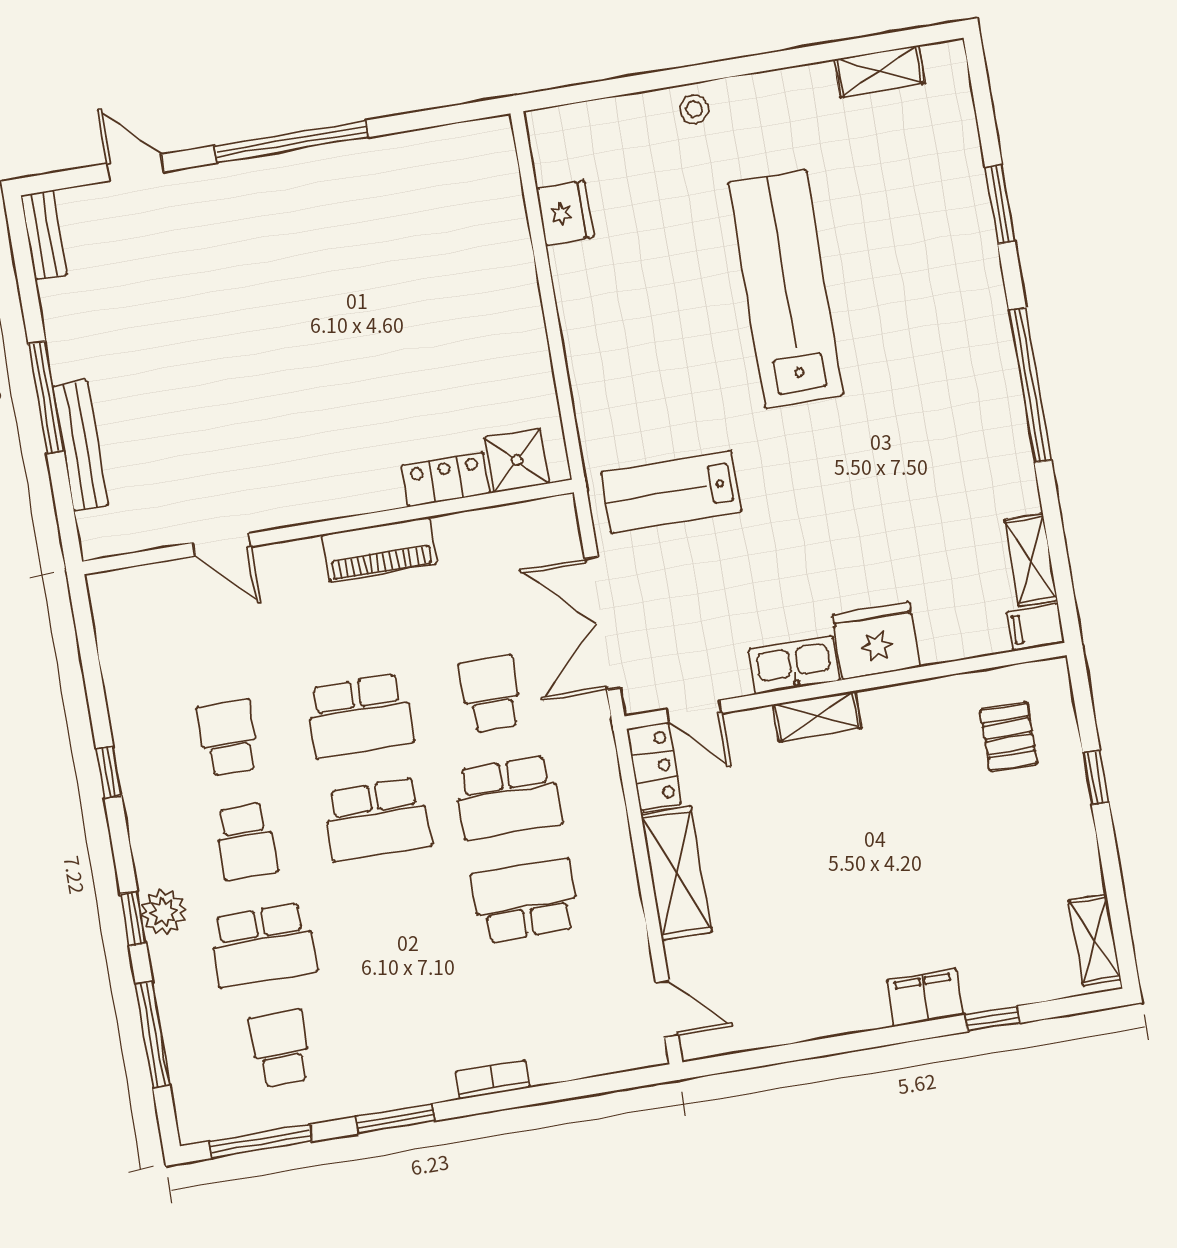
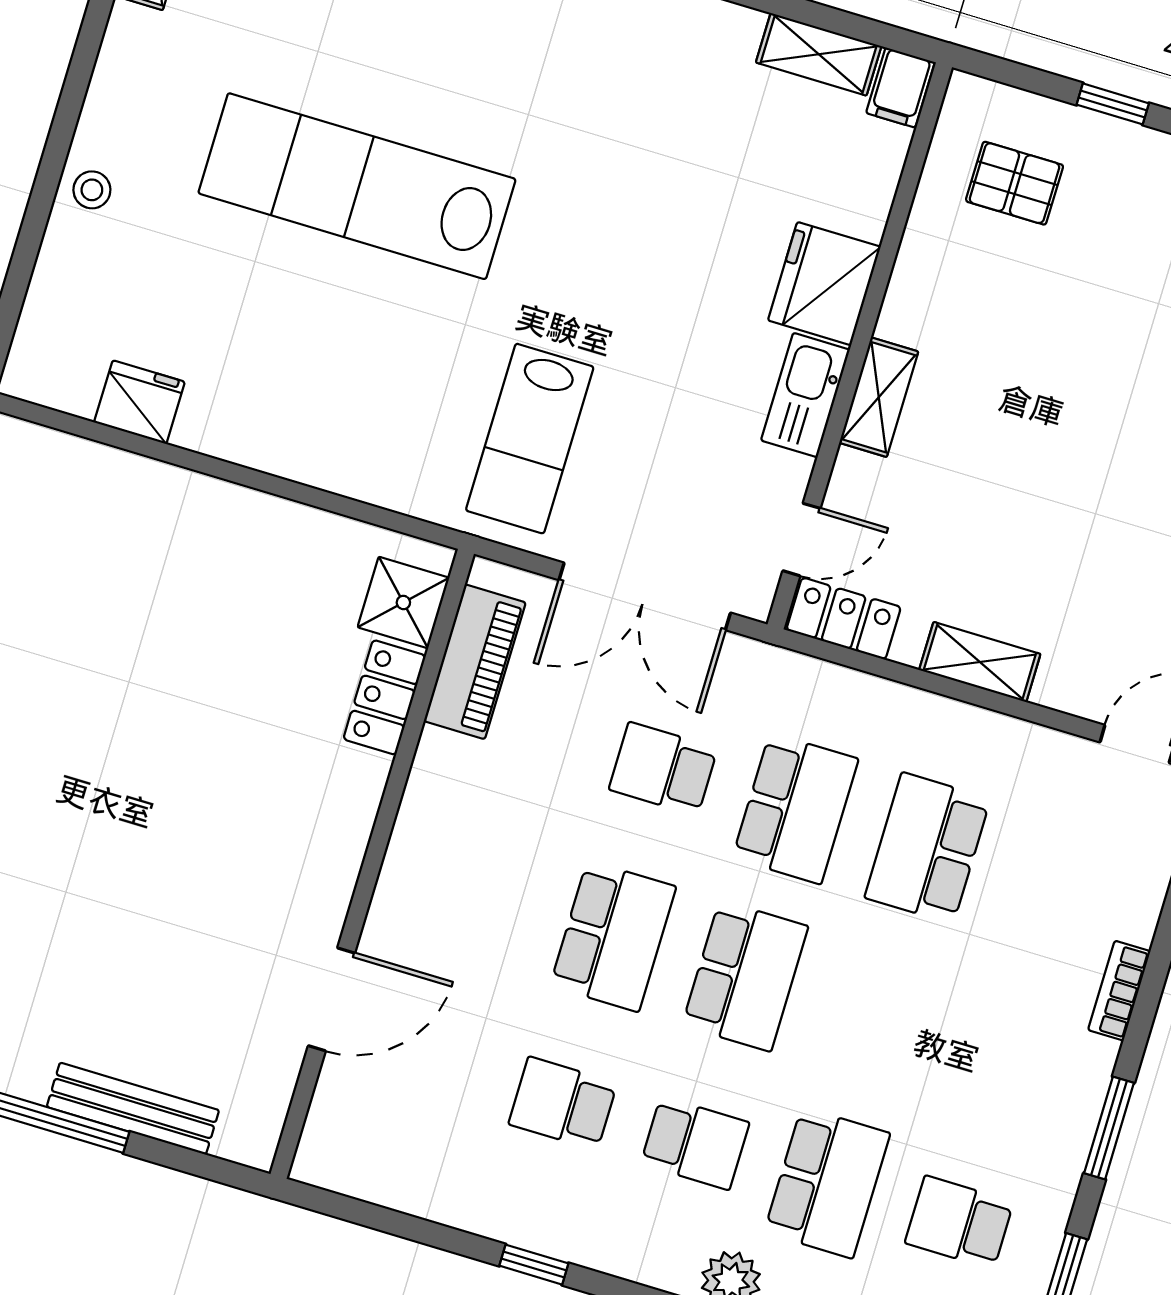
door: (222, 545) -> (331, 999), width x1.38
piano: (379, 549) -> (475, 662), moved
shelving: (676, 873) -> (980, 662), width x0.67, depth x0.75

